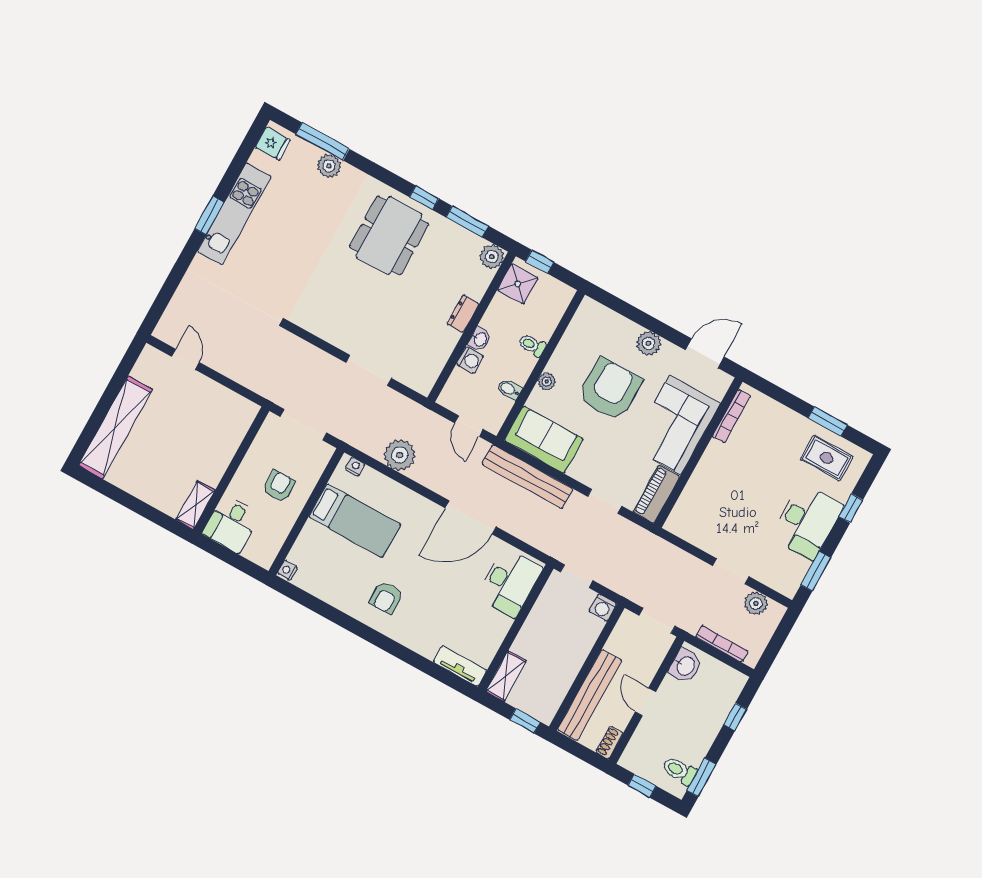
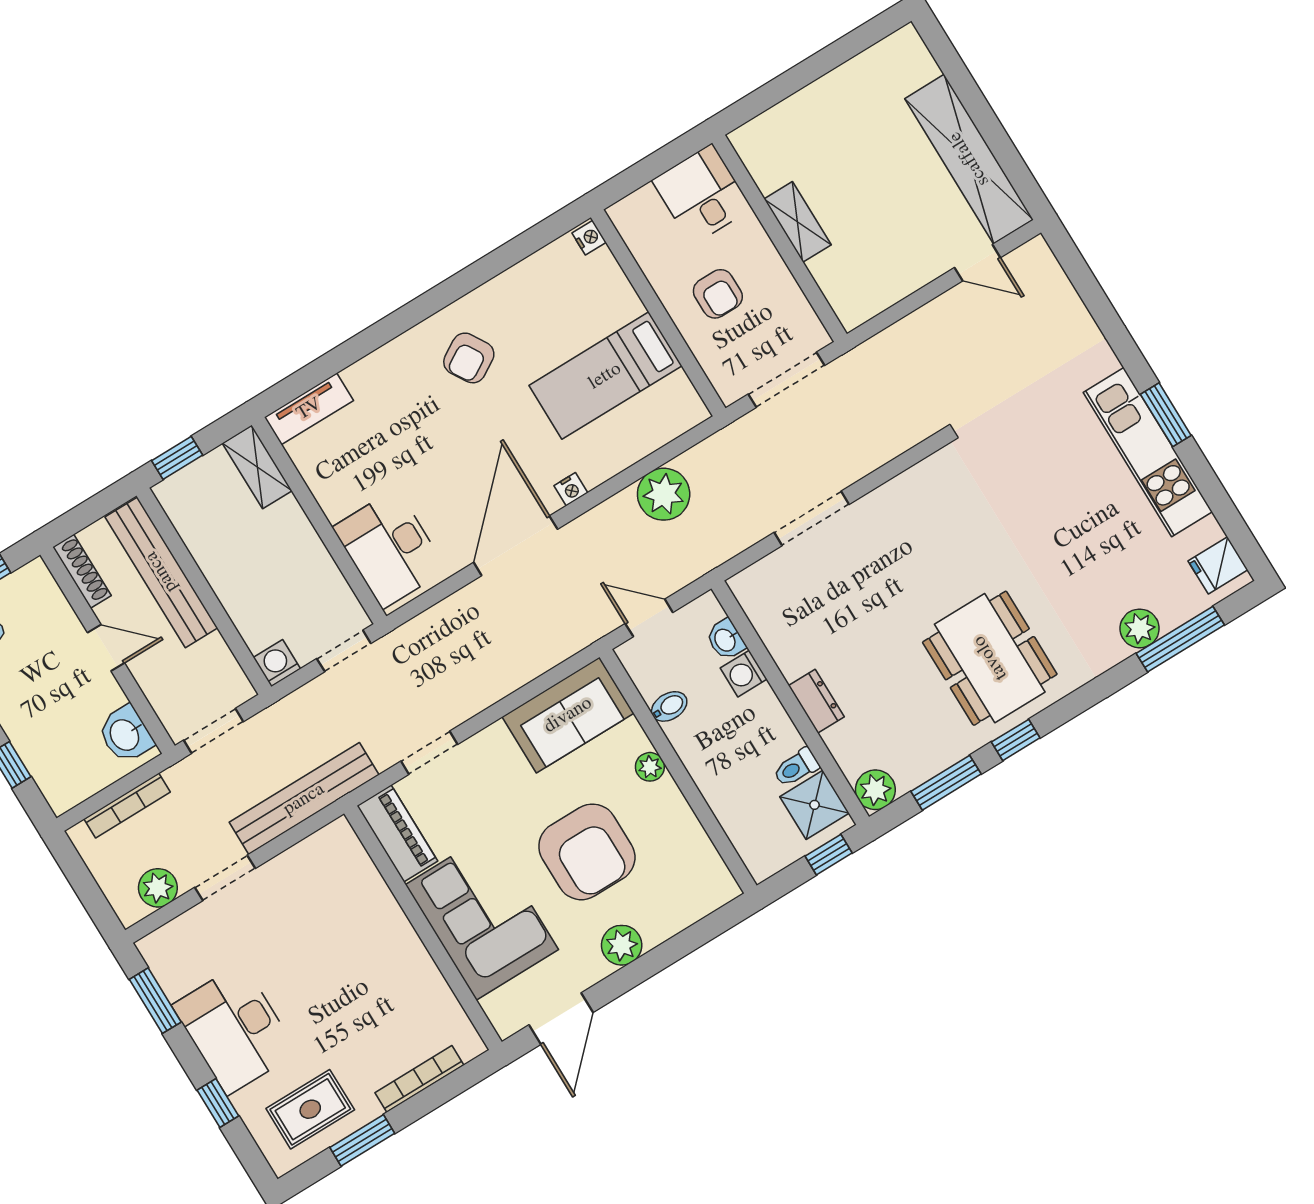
washbasin: (480, 339) -> (726, 640), moved
toilet: (532, 345) -> (796, 768), moved, turned 180
bookcase: (731, 416) -> (419, 1079), moved, turned 90
shelving: (115, 427) -> (969, 159), moved
nightstand: (355, 467) -> (571, 489), moved
bench: (527, 477) -> (304, 799), moved
shelving: (196, 505) -> (798, 222), moved
armchair: (386, 598) -> (469, 358), turned -121
shoe rack: (609, 743) -> (82, 571), width x1.43

